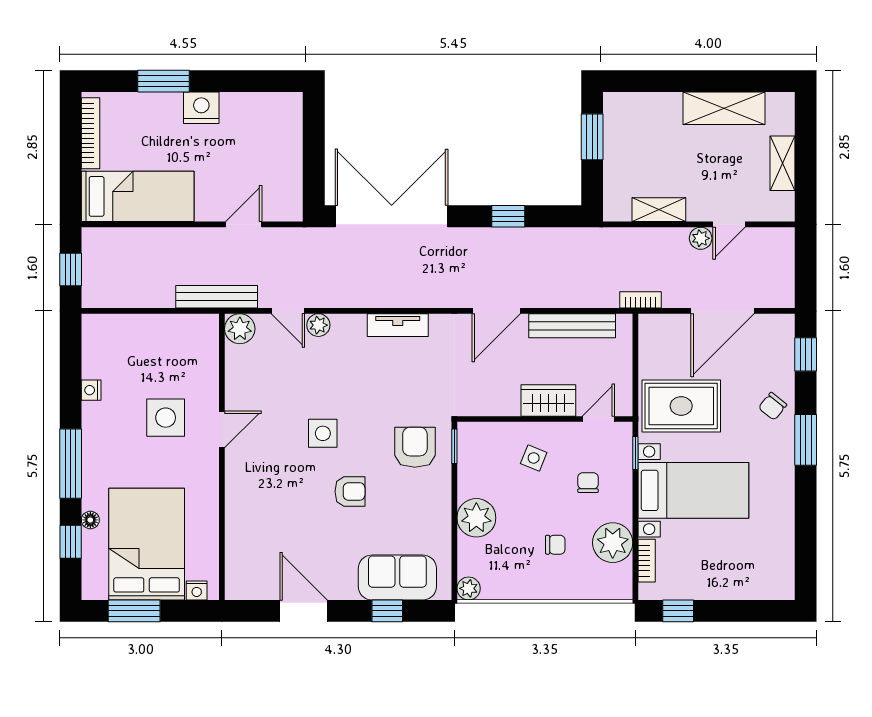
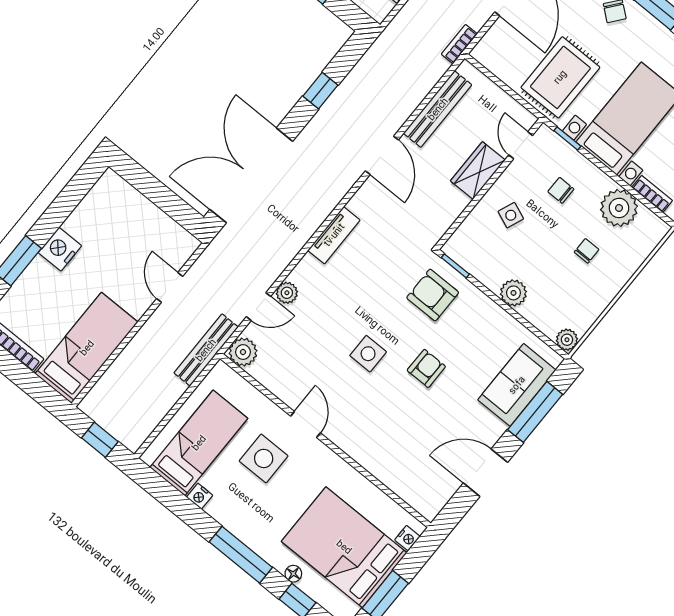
bed: (135, 354) -> (199, 443), added
plant: (476, 518) -> (513, 293), width x0.73, depth x0.73
window: (387, 611) -> (535, 412), width x2.17

